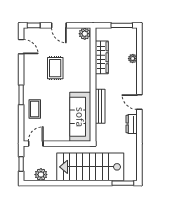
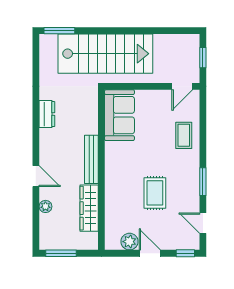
plant: (85, 34) -> (129, 242), moved
window: (21, 95) -> (203, 182), moved
door: (139, 102) -> (36, 176), moved
bench: (100, 106) -> (91, 159), moved
sofa: (80, 117) -> (119, 115), width x0.73
plant: (41, 175) -> (175, 43), removed

